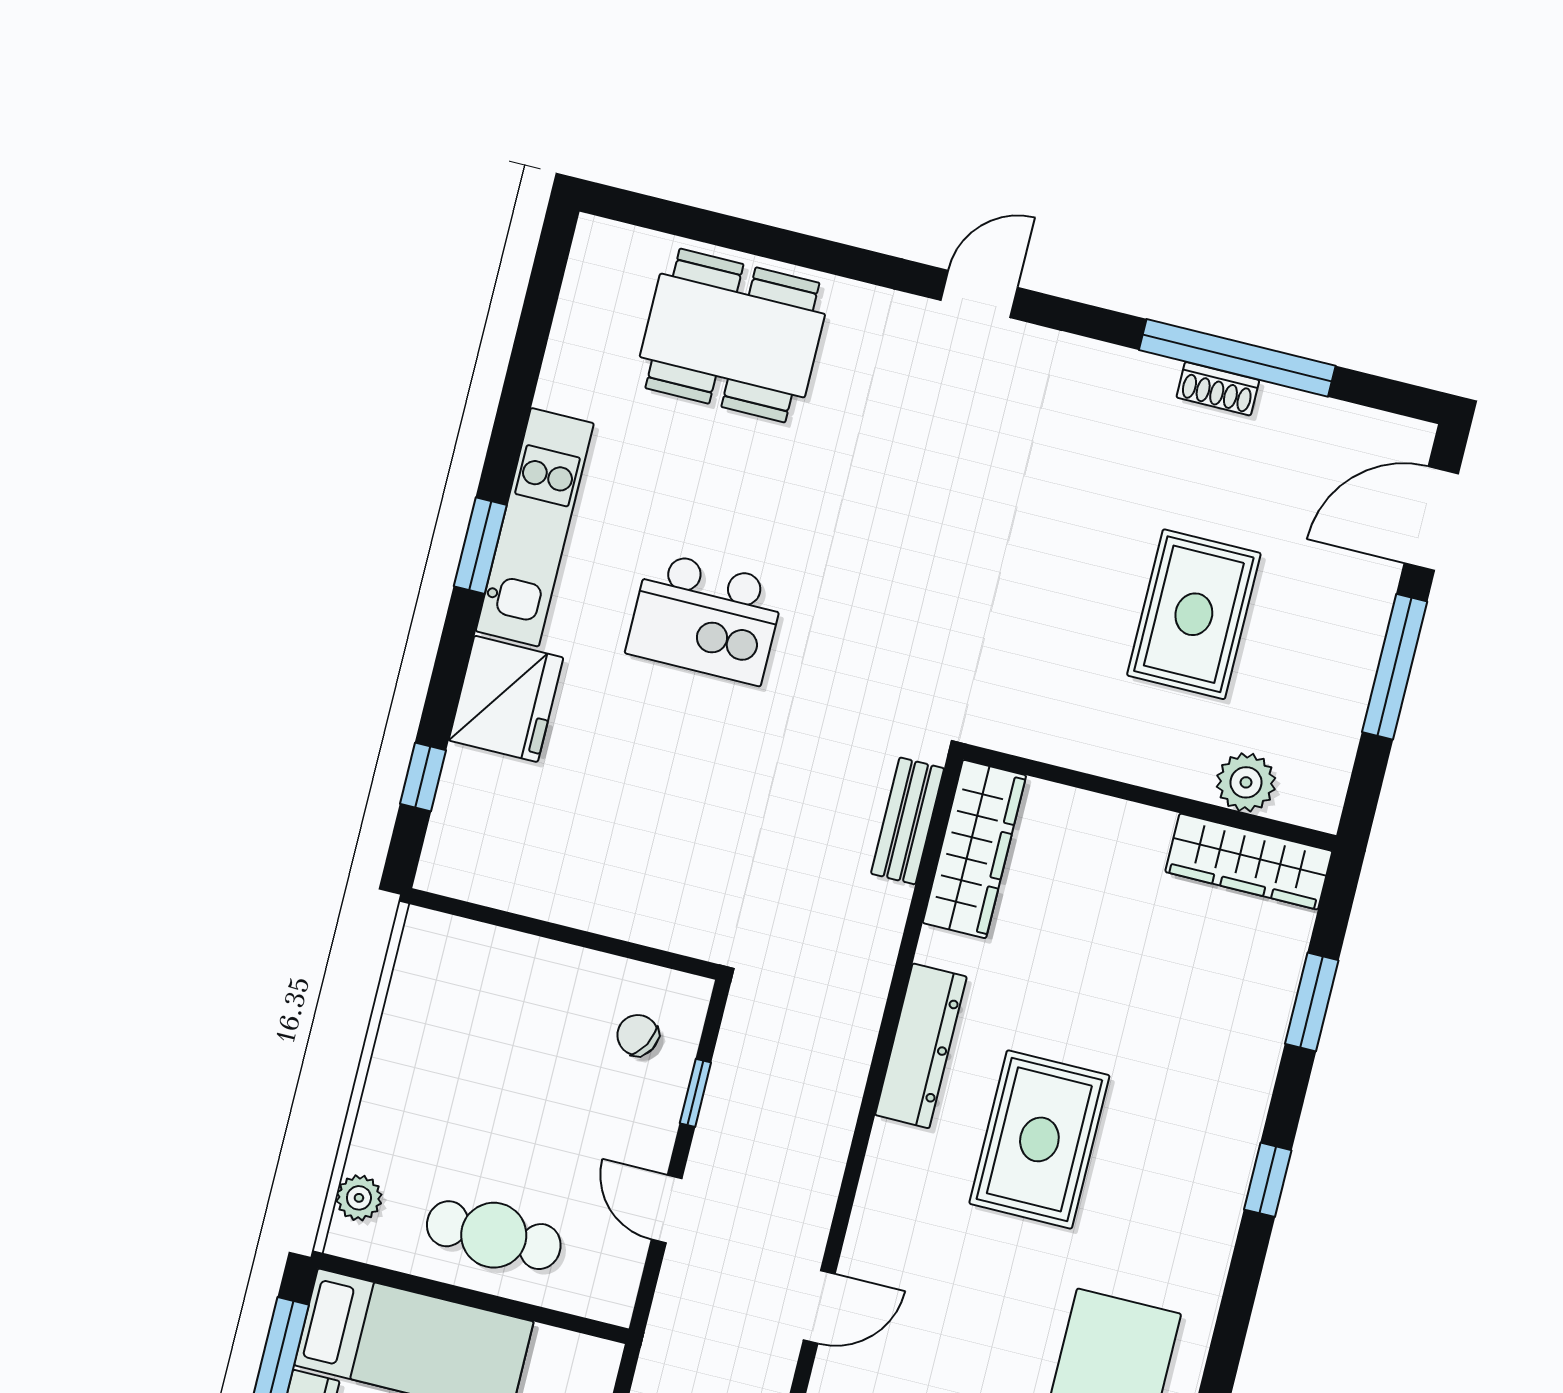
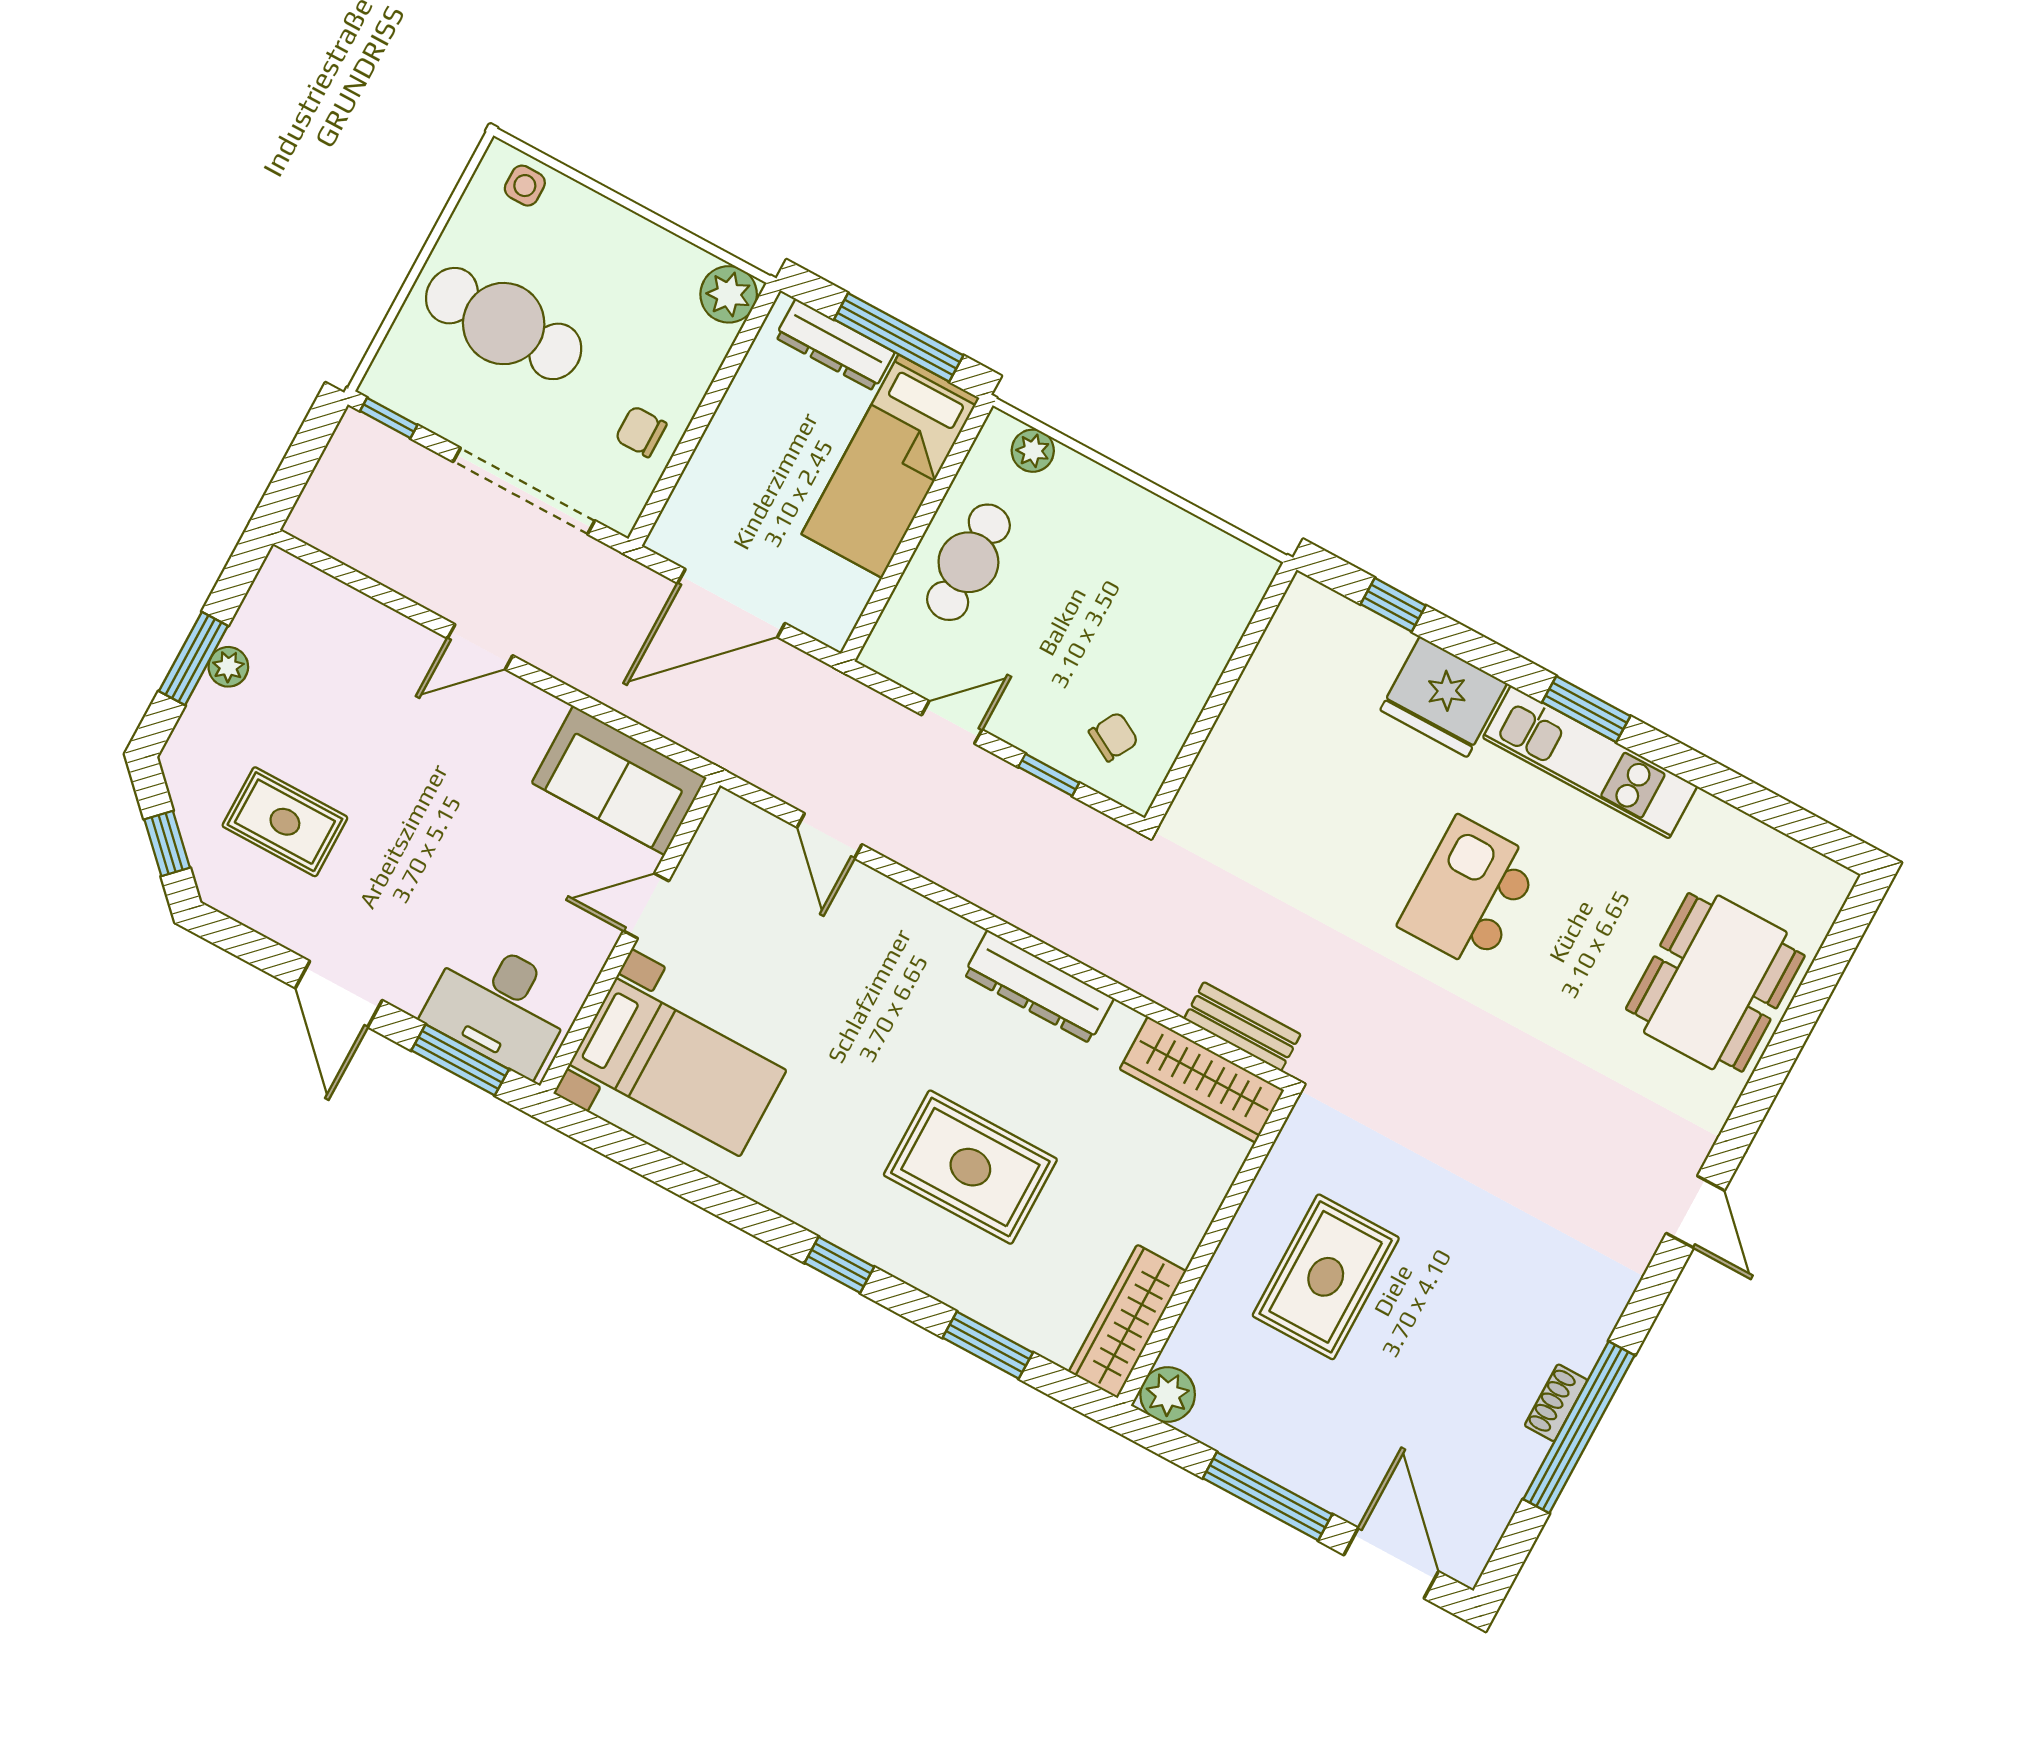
rug: (1194, 614) -> (1326, 1277), moved, turned 90
plant: (1246, 782) -> (1168, 1394), moved
rug: (1039, 1139) -> (970, 1167), moved

